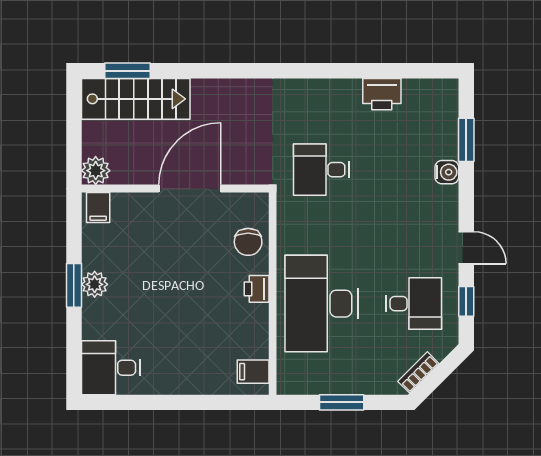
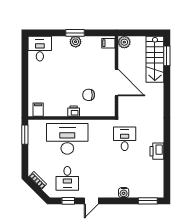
printer: (382, 94) -> (157, 151), moved
window: (466, 140) -> (148, 201), moved
chair: (248, 242) -> (89, 95), moved
window: (342, 402) -> (25, 135), moved

